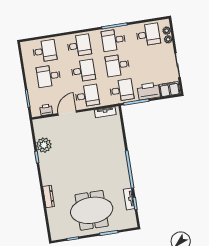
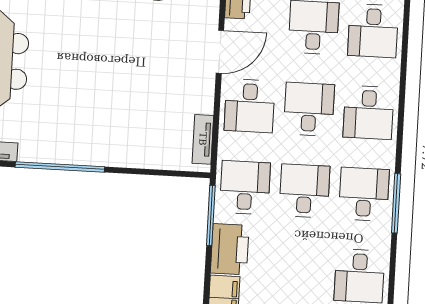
desk: (83, 71) -> (309, 109), turned 180
desk: (122, 90) -> (245, 188), turned 180
door: (67, 113) -> (220, 52), hinge flipped

